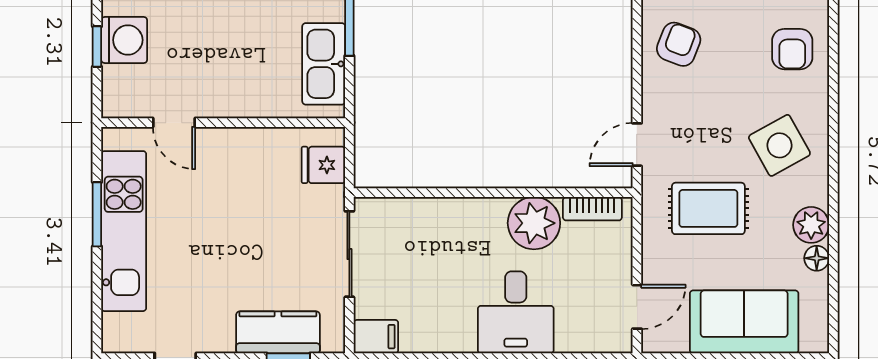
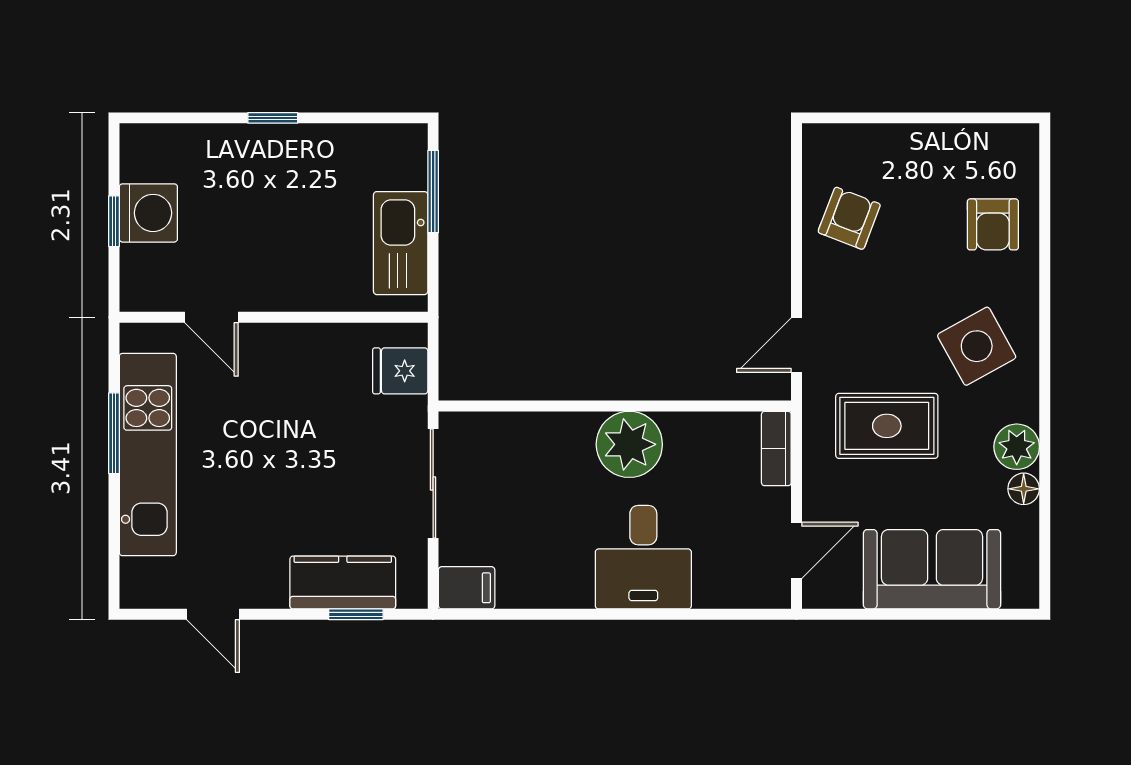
bookcase: (592, 209) -> (776, 449), moved, turned 90
plant: (534, 223) -> (629, 444), moved

